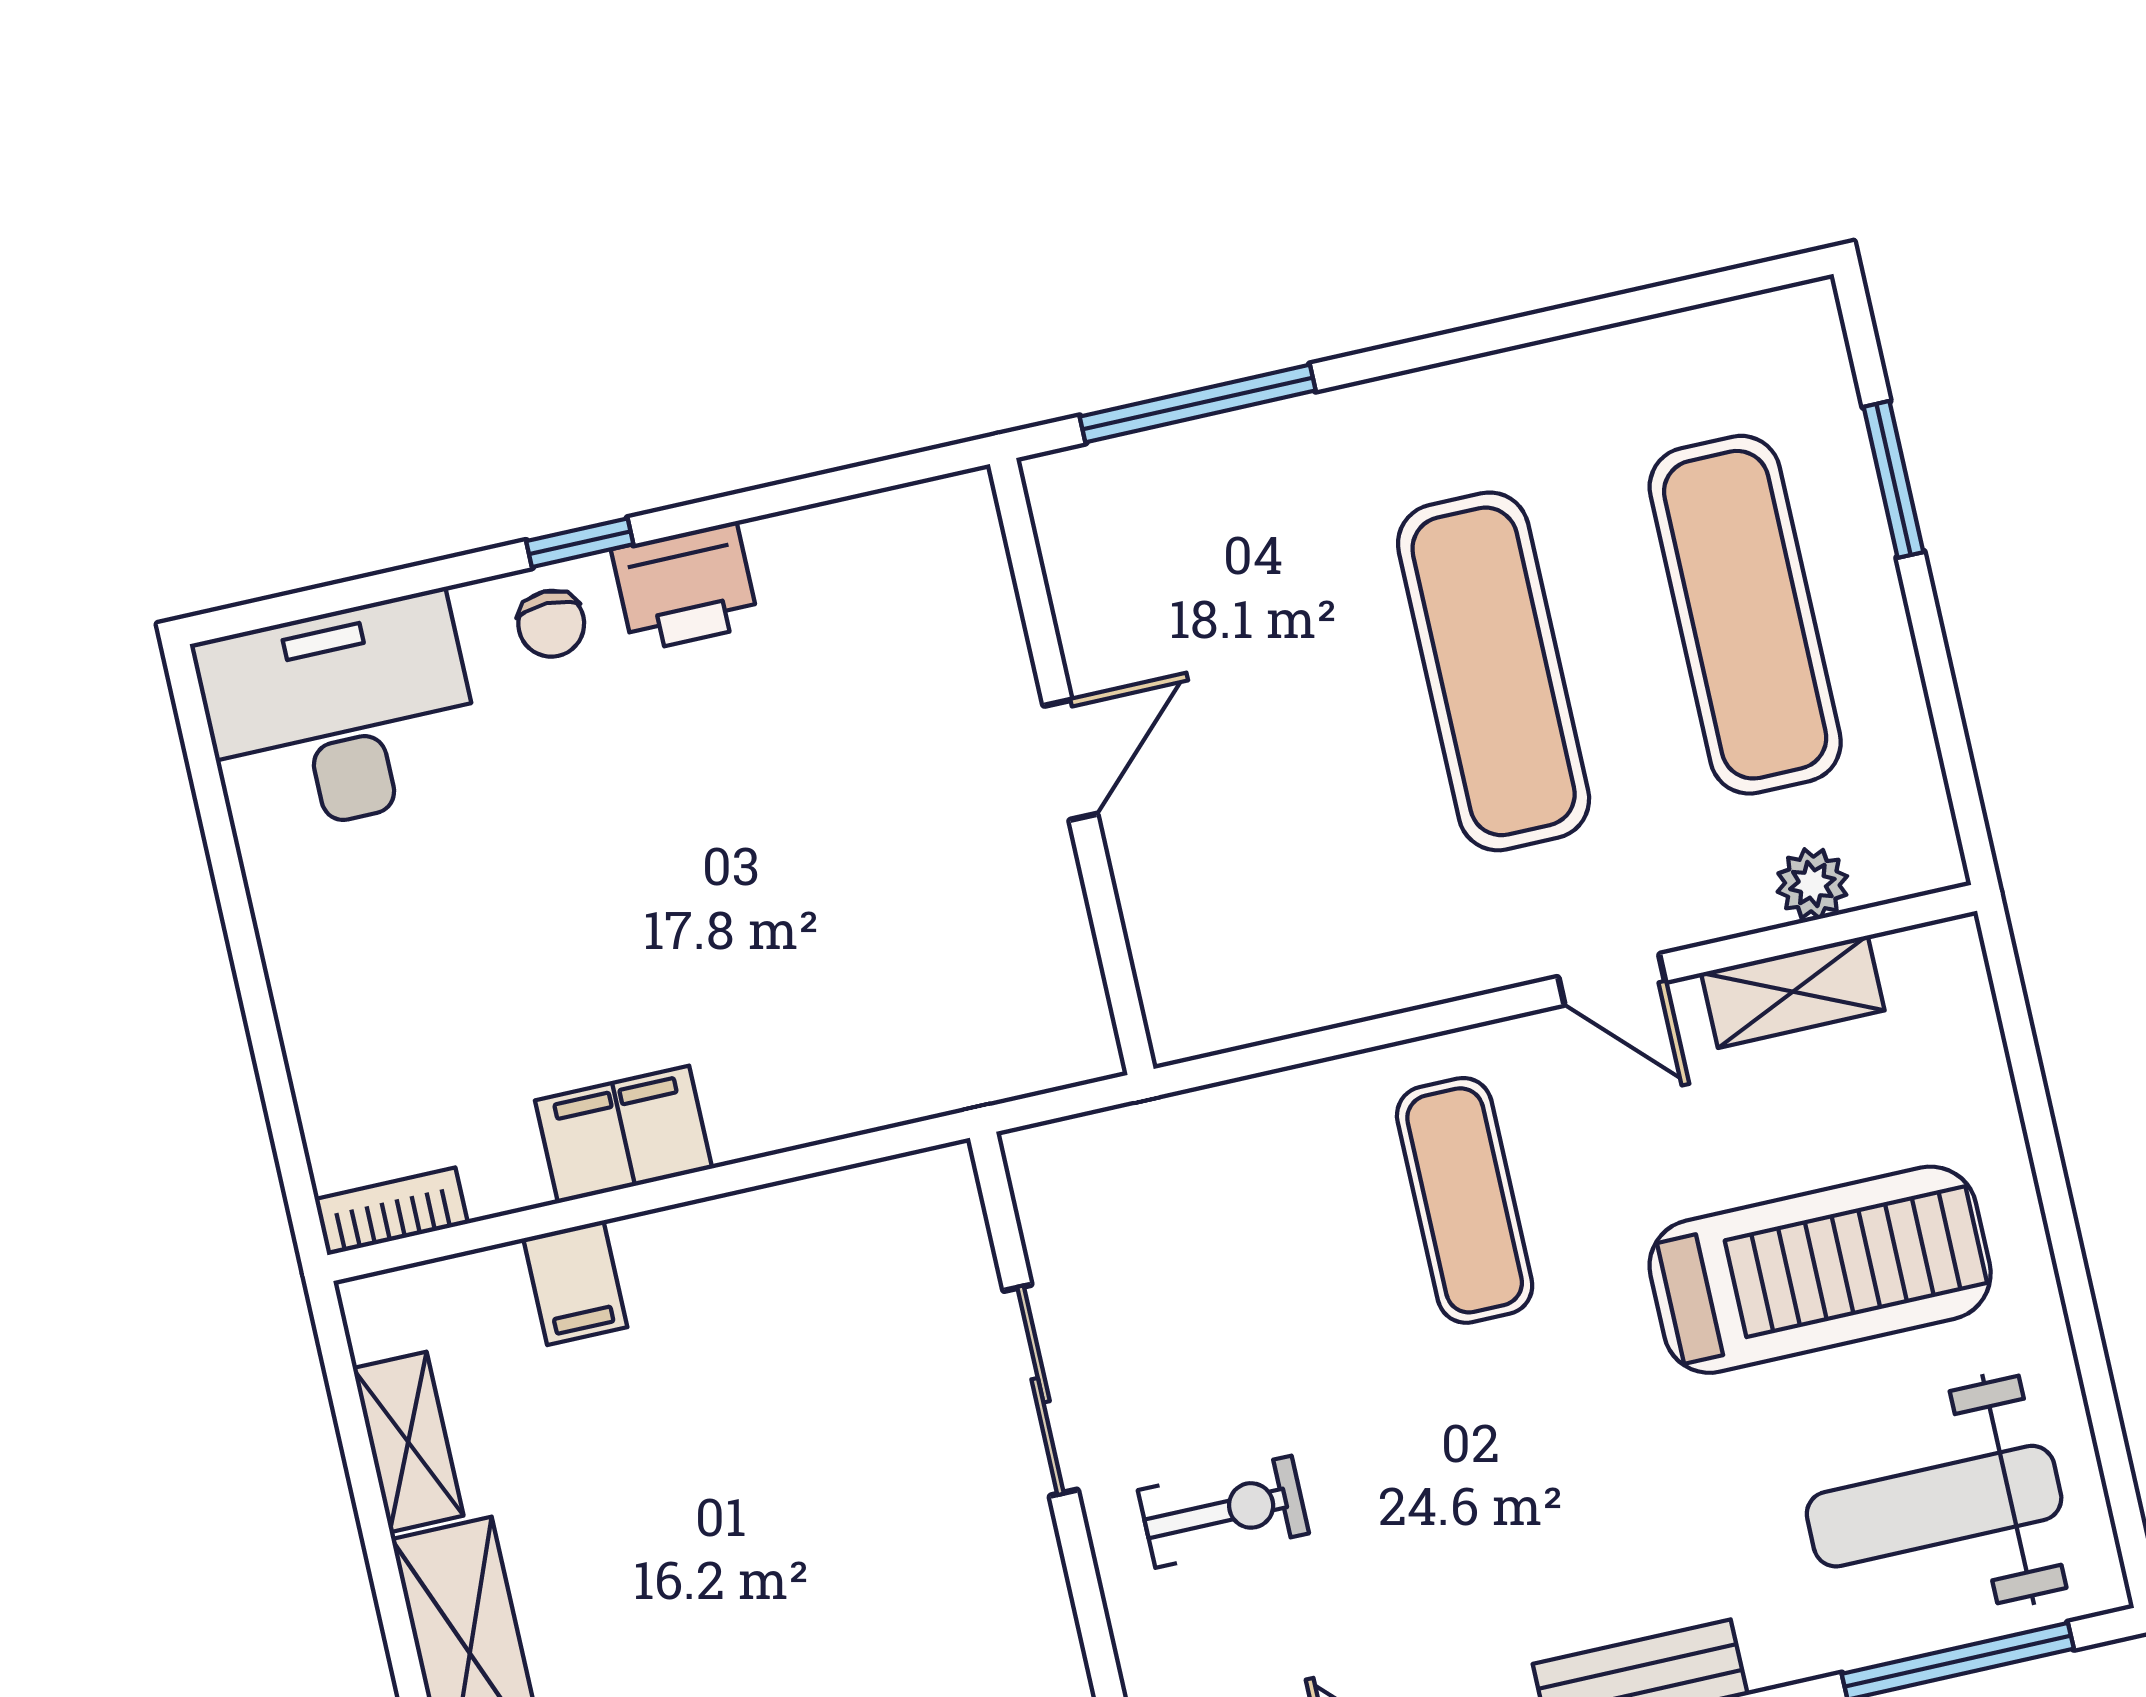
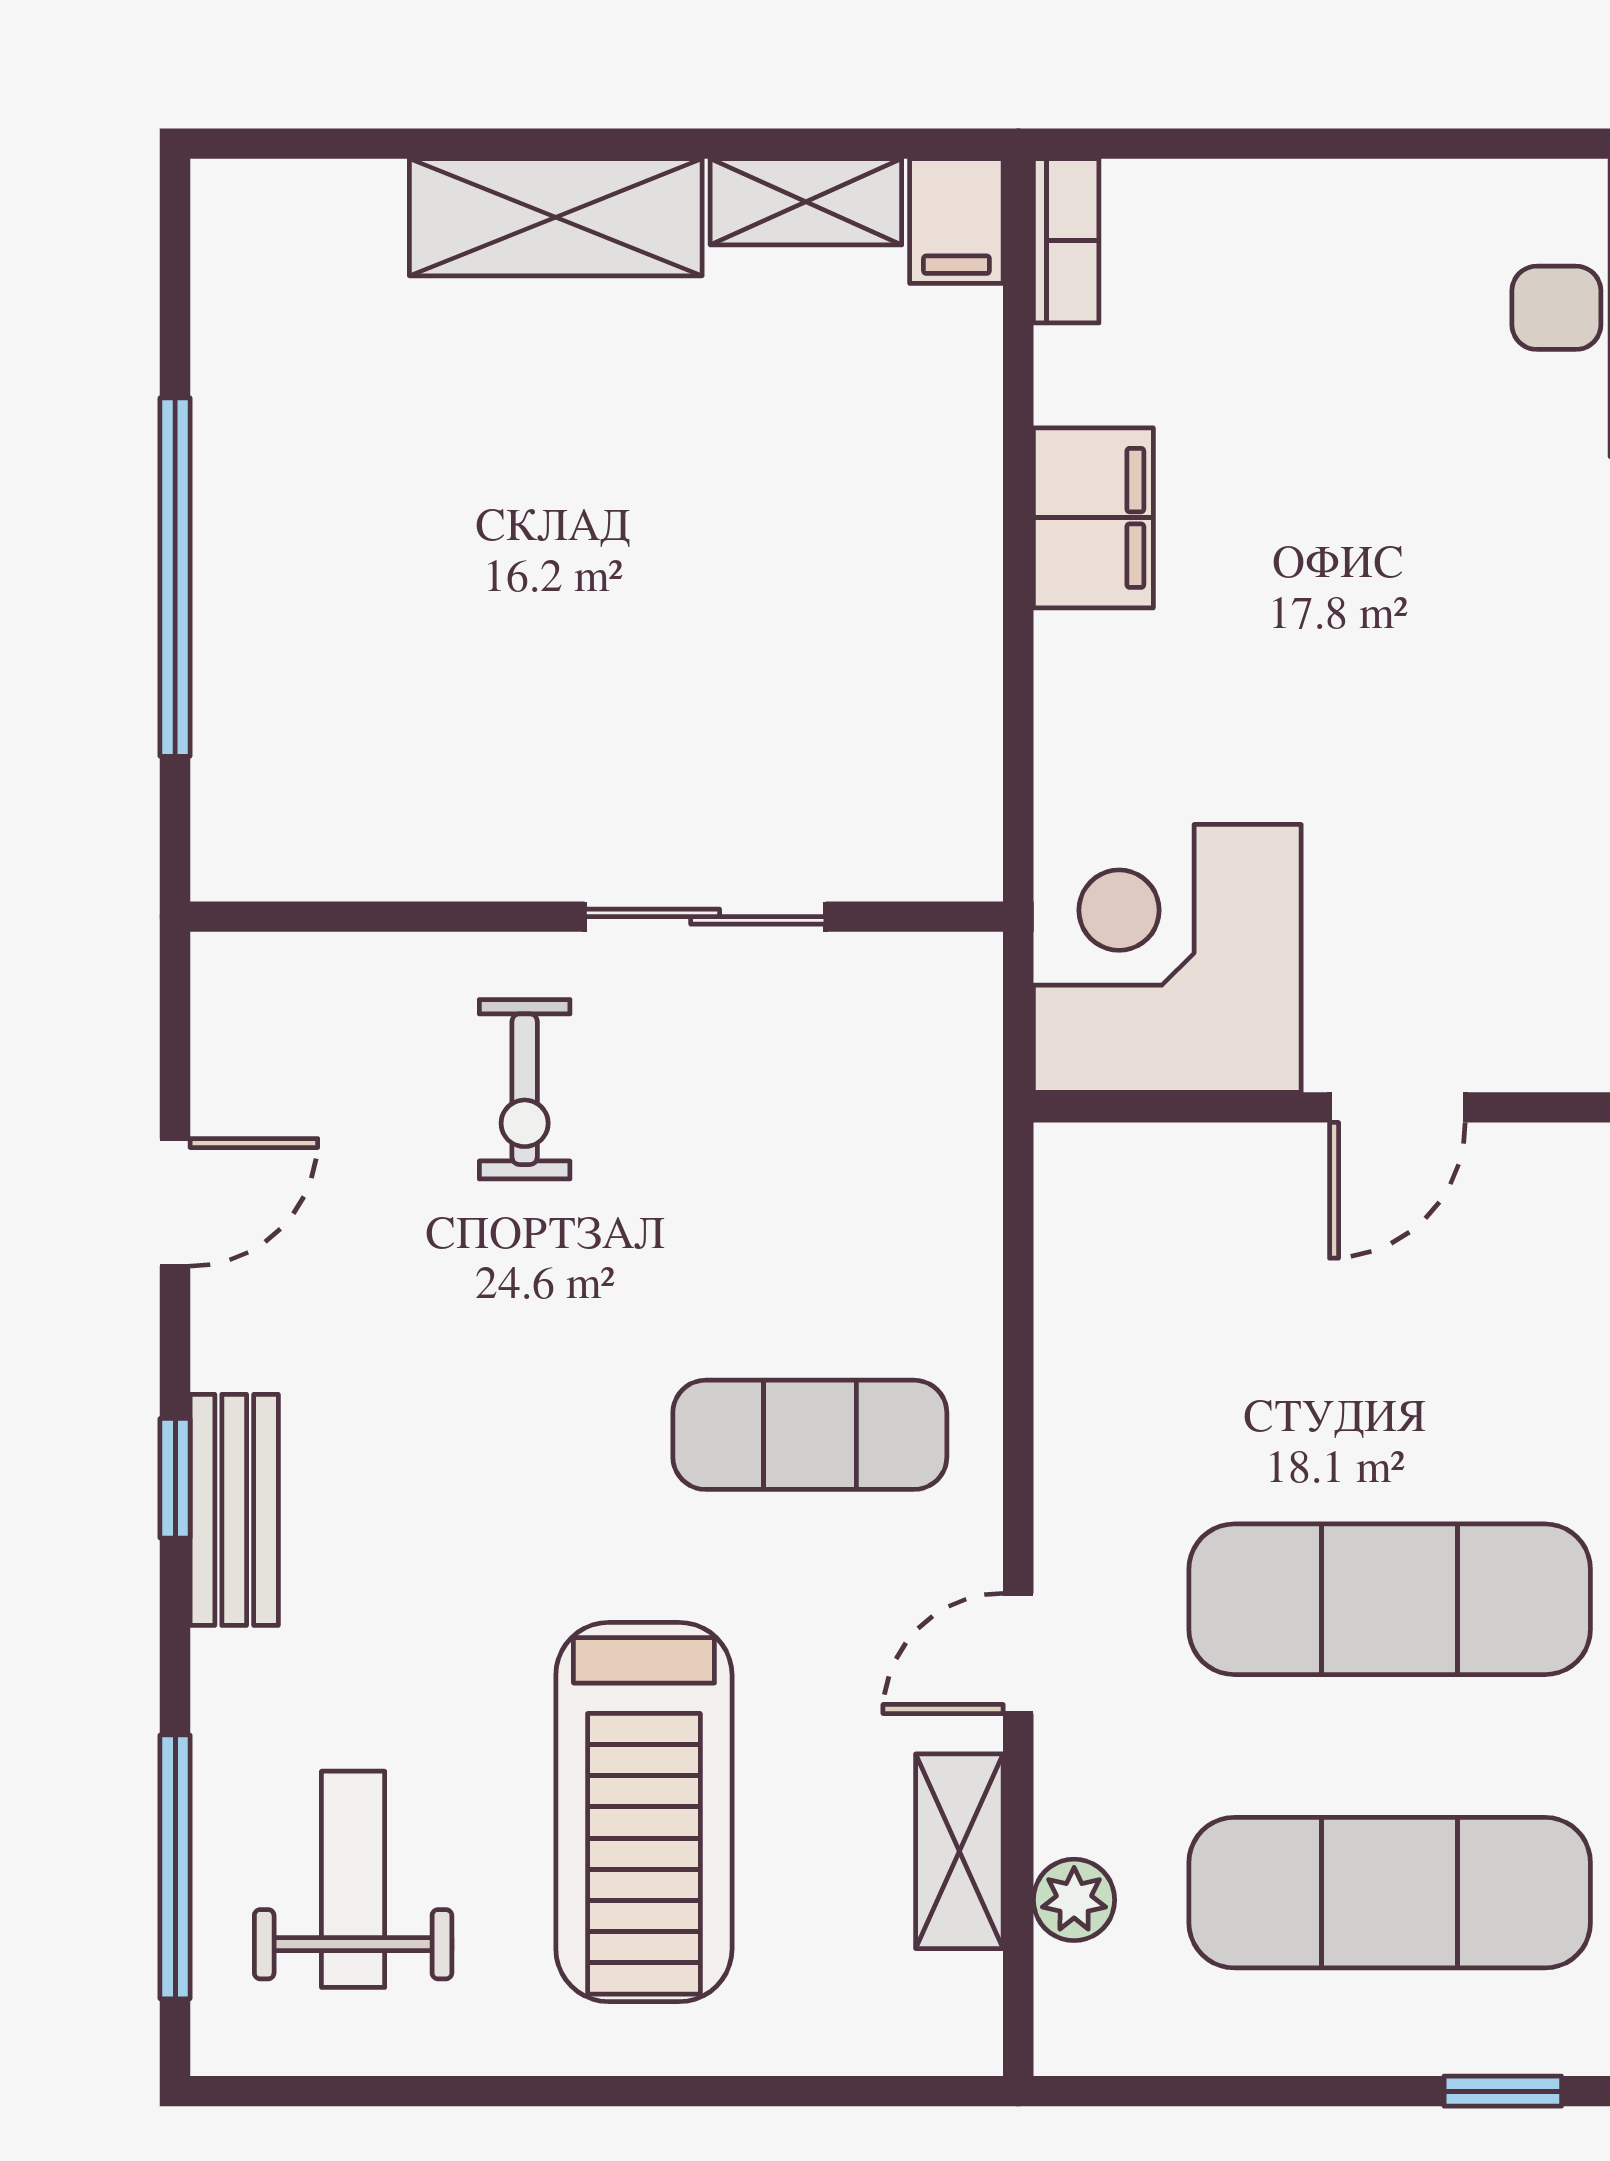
window: (1893, 479) -> (1503, 2091), width x0.67
door: (1070, 760) -> (1397, 1107), hinge flipped
corner desk: (987, 986) -> (1167, 958), added
filing cabinet: (575, 1283) -> (956, 221), moved, turned -90
weight bench: (1934, 1506) -> (353, 1879), width x0.73, depth x0.75

